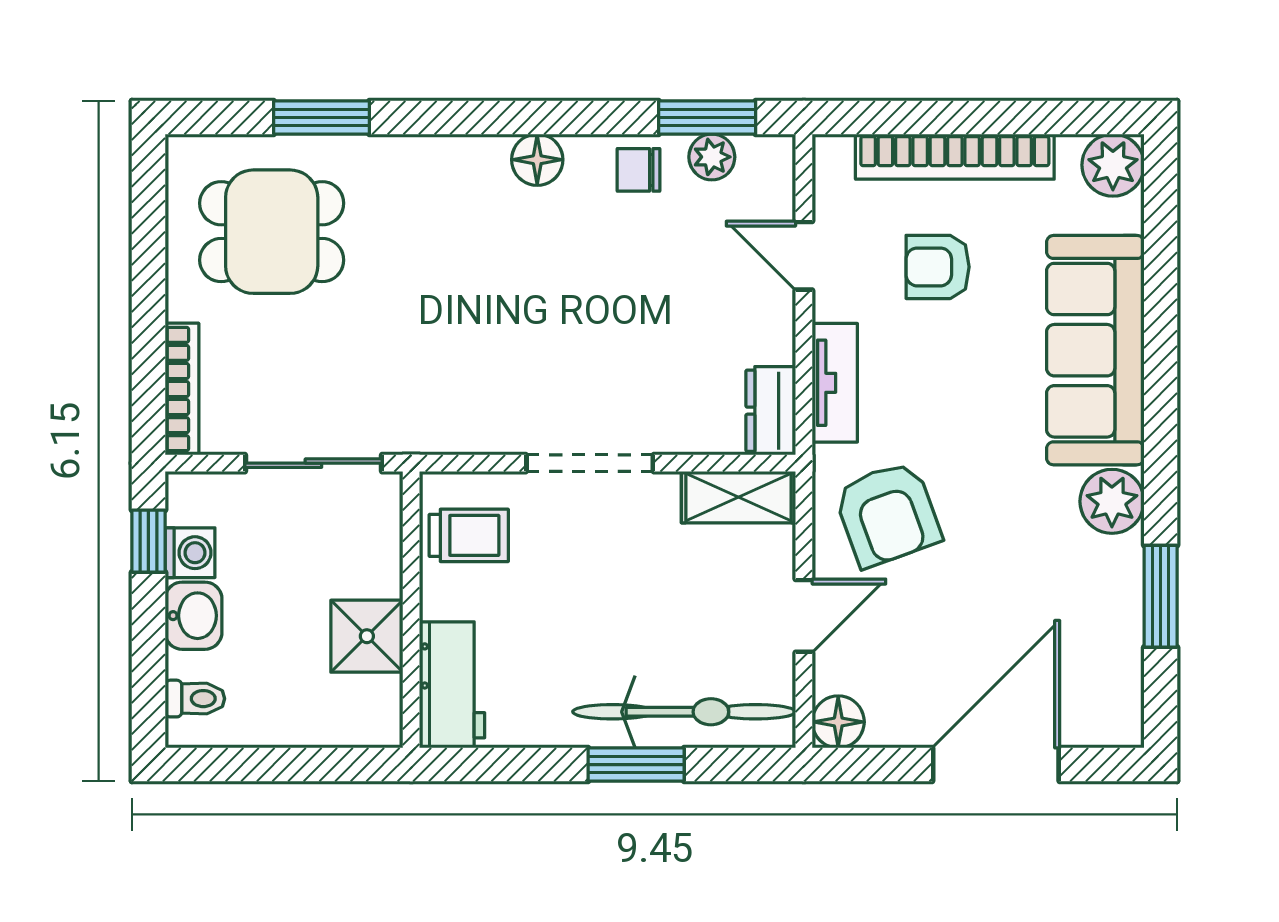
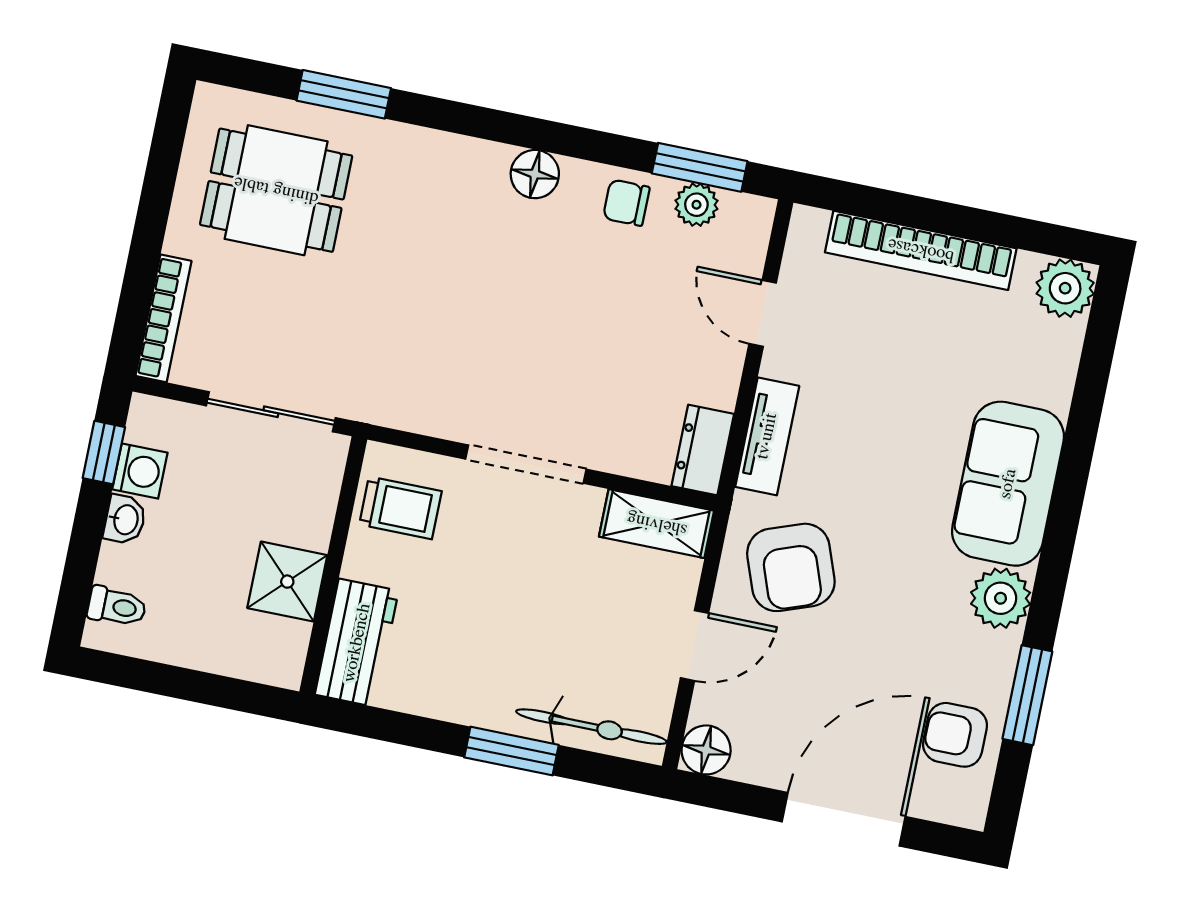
armchair: (938, 267) -> (955, 735), moved
sofa: (1095, 350) -> (1008, 484), width x0.73
washbasin: (194, 616) -> (125, 520), width x0.72, depth x0.69
bicycle: (684, 712) -> (591, 727), width x0.73, depth x0.71

